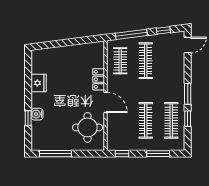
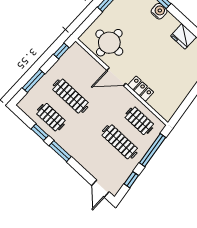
clothes rail: (171, 120) -> (51, 117), width x0.73

